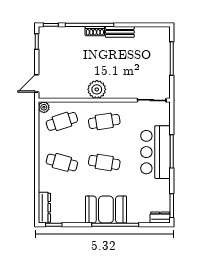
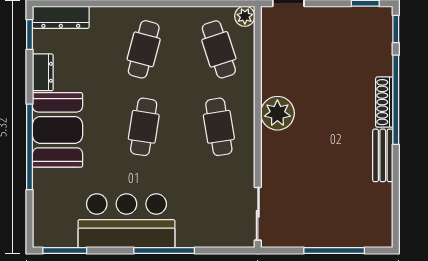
shoe rack: (95, 31) -> (384, 102), width x1.43
bar counter: (155, 152) -> (126, 221), moved
dresser: (160, 218) -> (43, 72), moved

